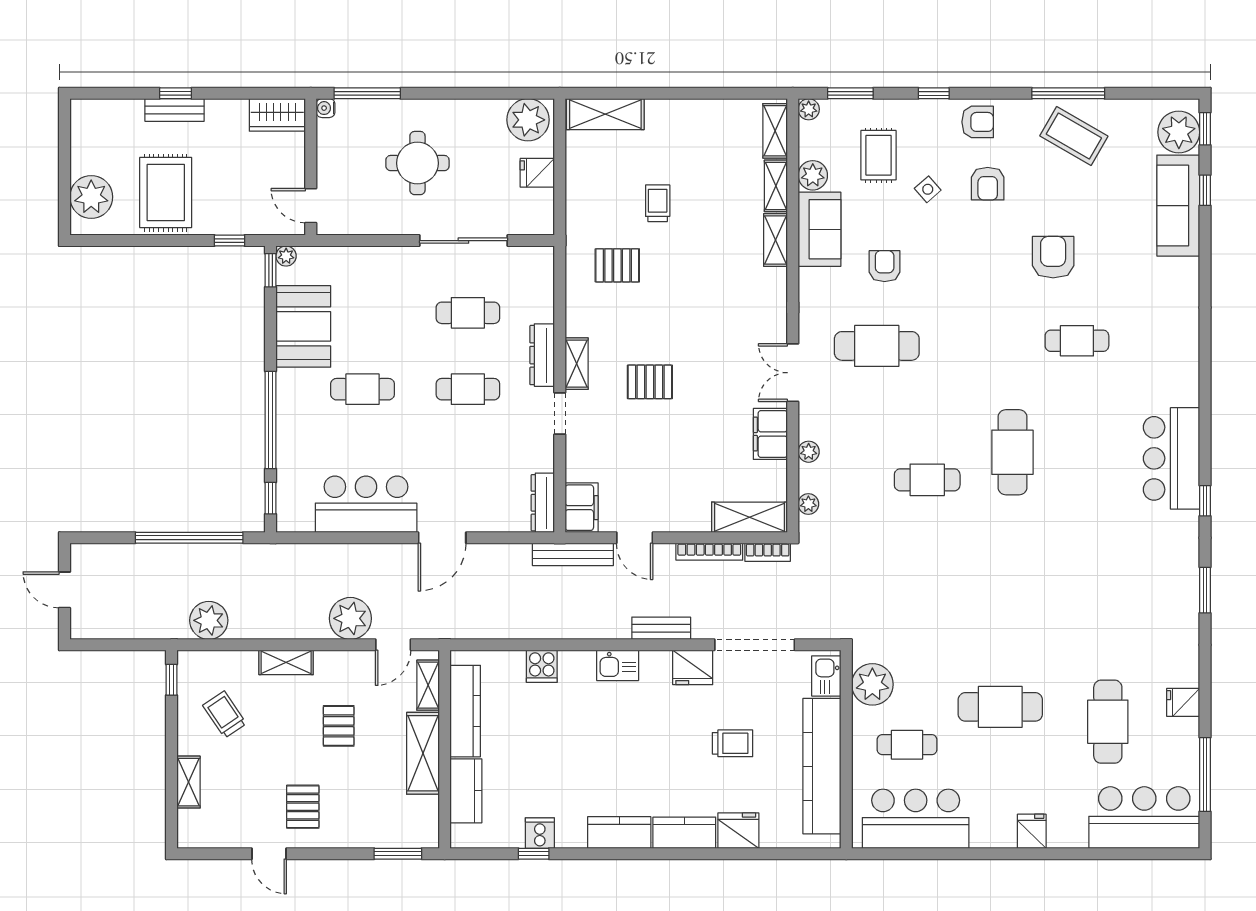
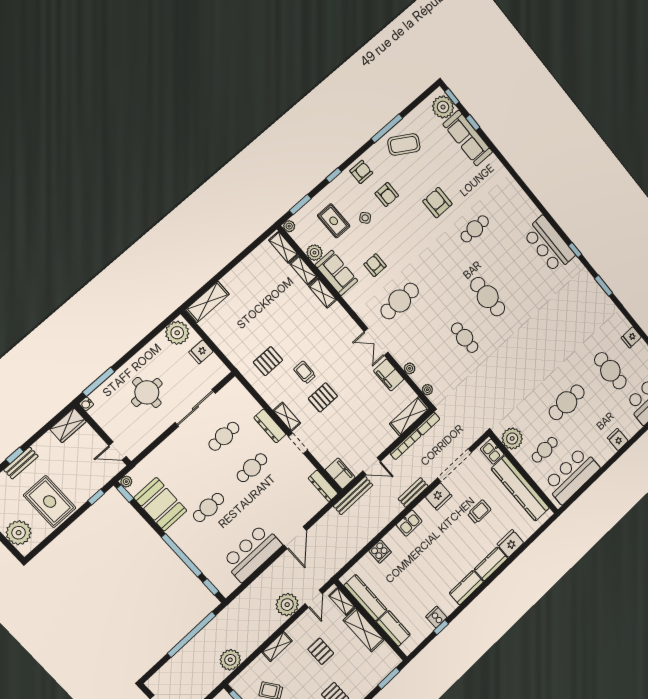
trolley: (658, 203) -> (305, 372), moved
cafe table: (927, 480) -> (465, 338), turned 90

